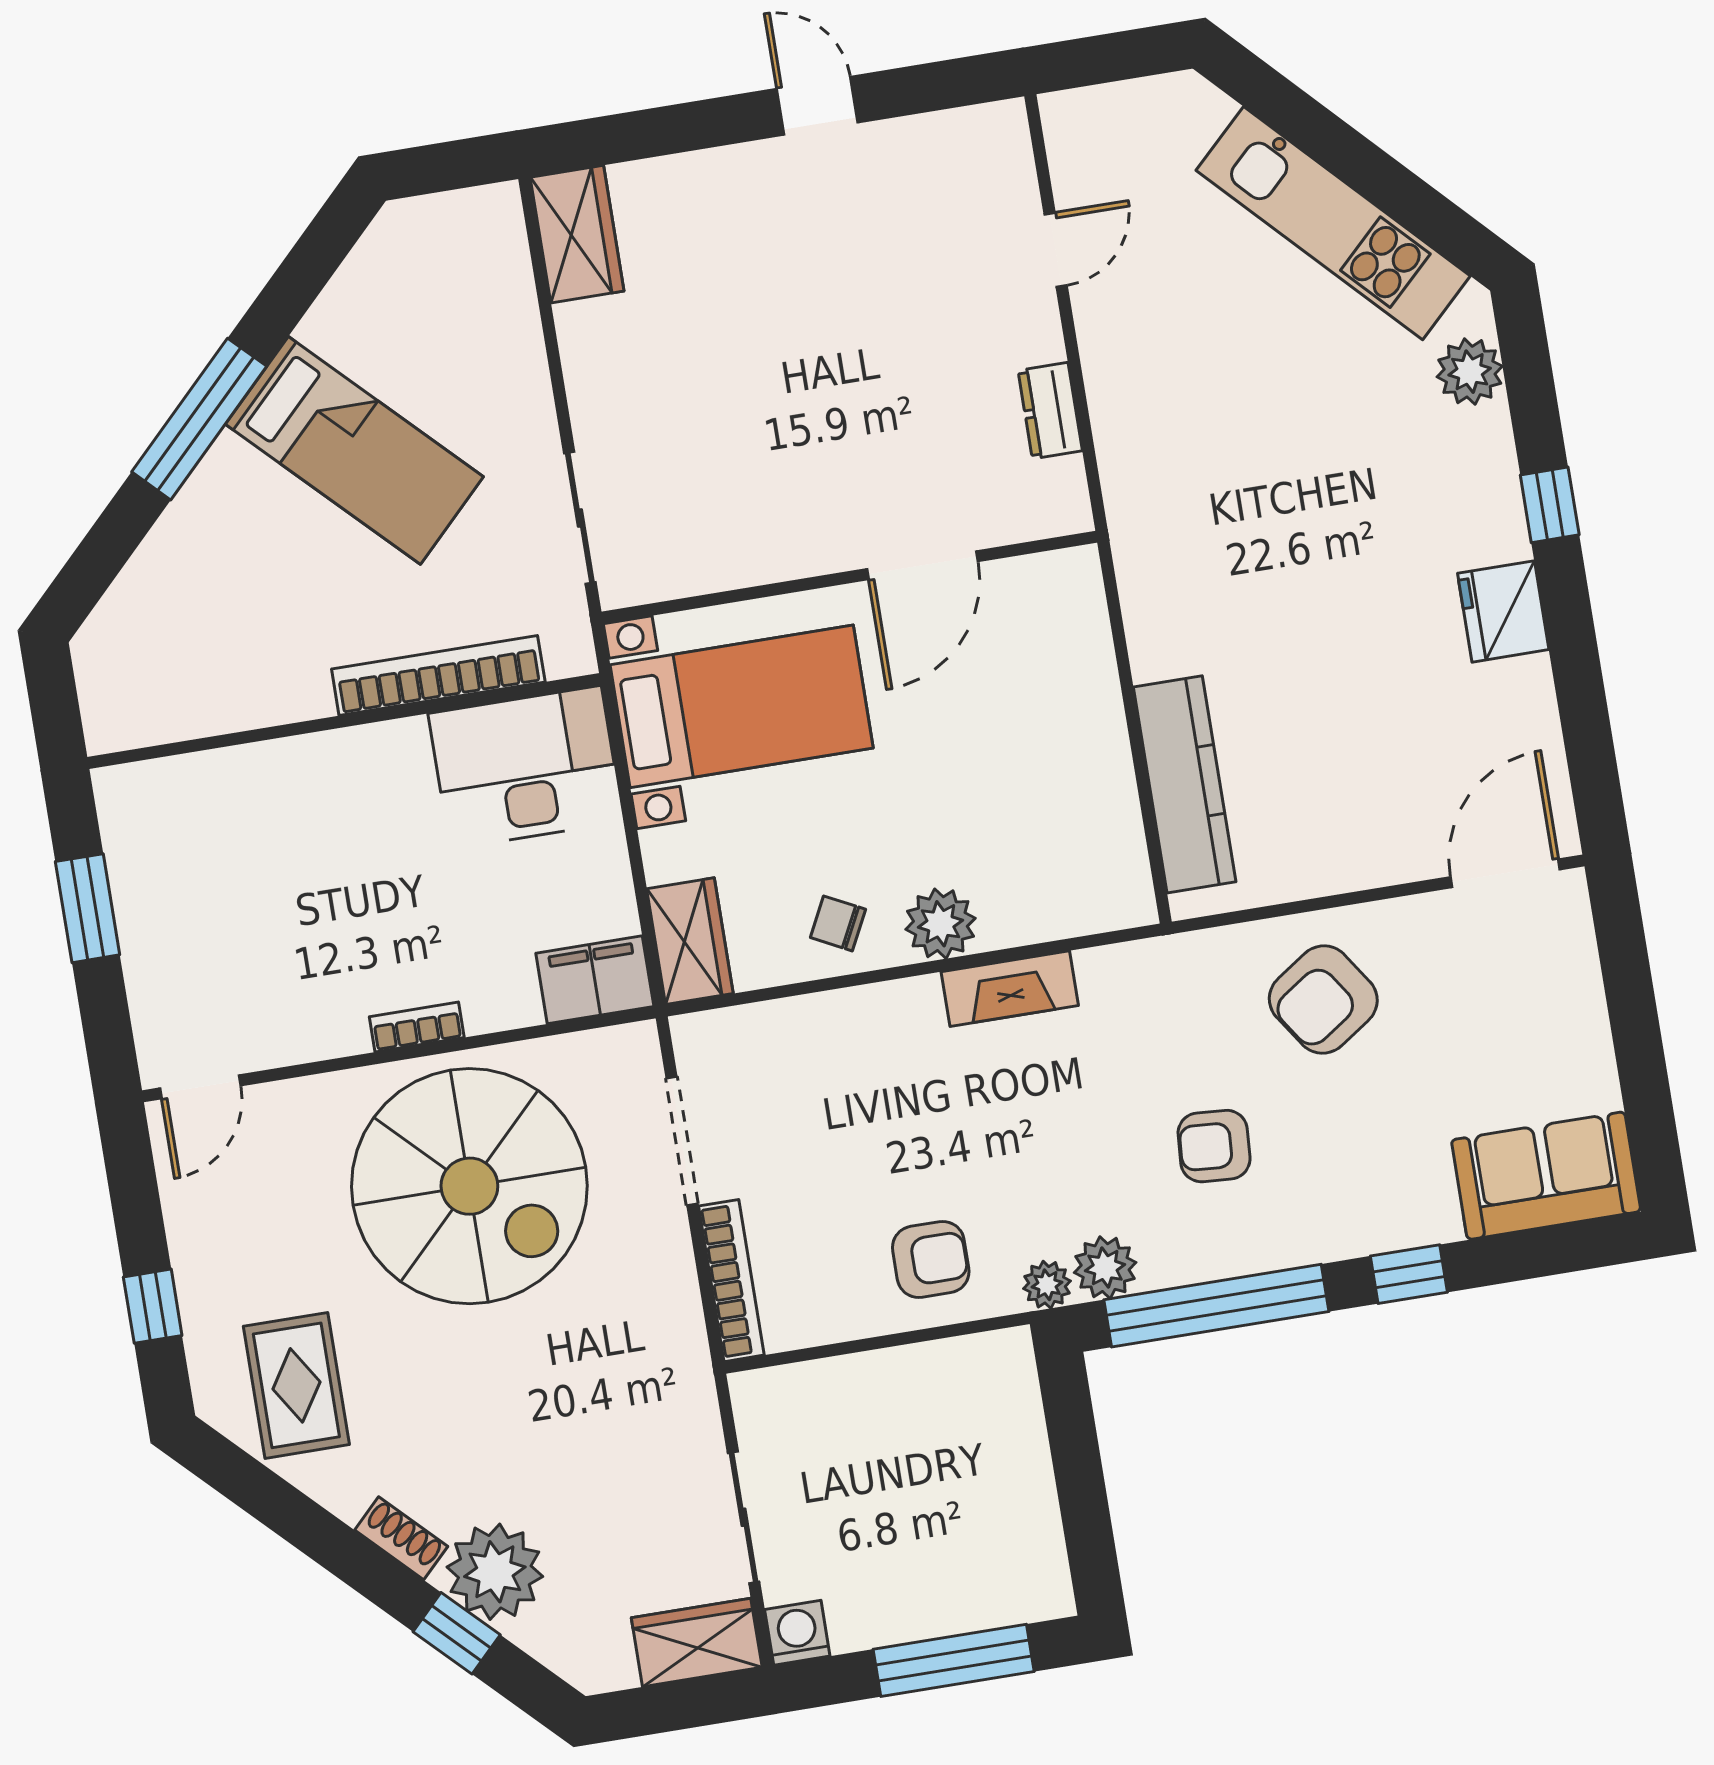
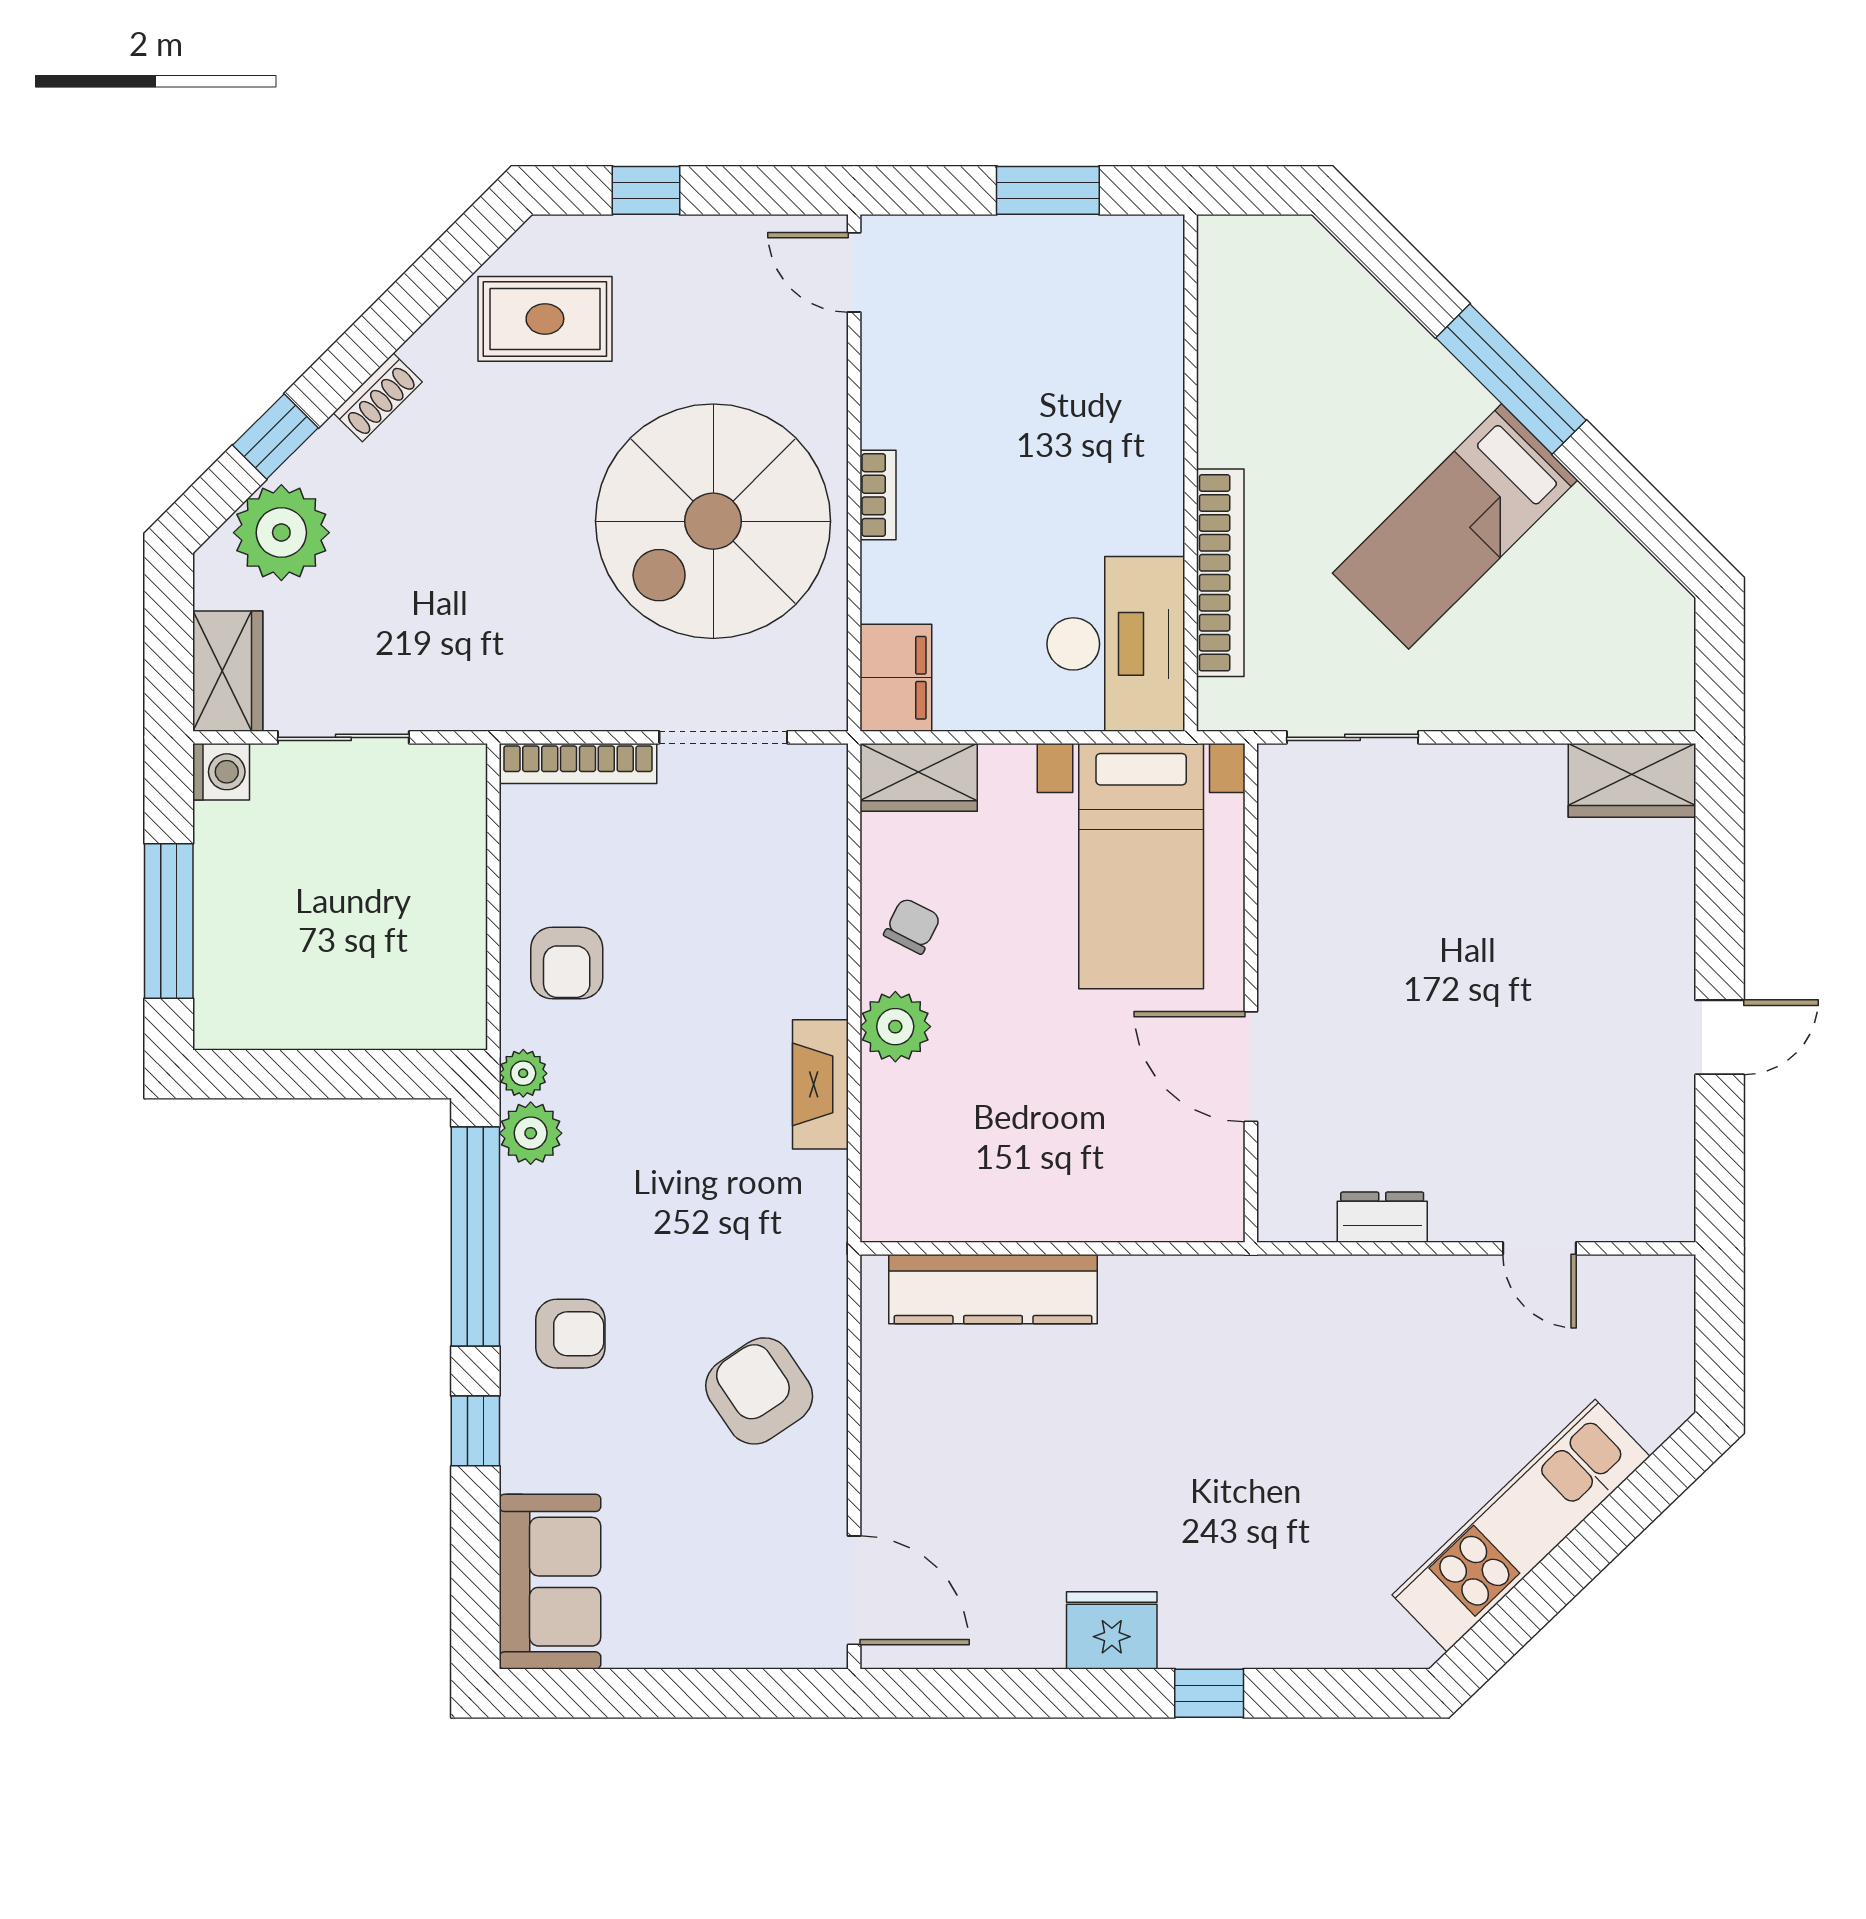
plant: (1470, 372) -> (1353, 1636), removed
armchair: (1214, 1146) -> (570, 1334), moved, turned 86
plant: (495, 1572) -> (281, 533), moved

